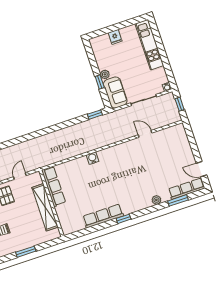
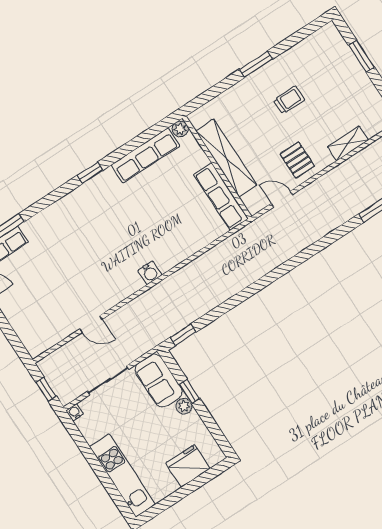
fridge: (115, 37) -> (188, 466), width x1.88, depth x1.34
water cooler: (92, 158) -> (150, 273), moved
door: (20, 176) -> (282, 199), swing flipped
plant: (156, 200) -> (180, 129), moved
row of seats: (103, 216) -> (145, 155), moved
window: (26, 252) -> (256, 64), moved

